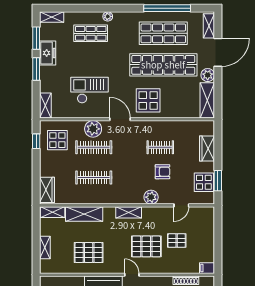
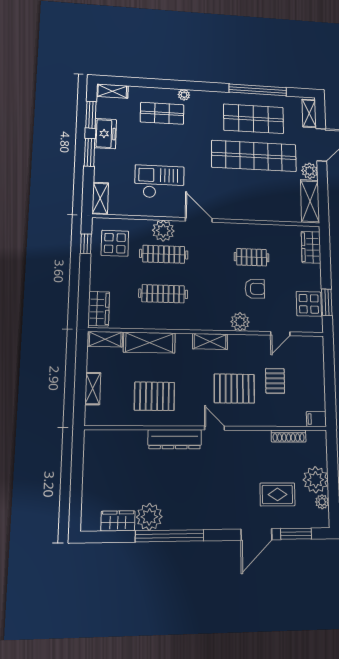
display table: (148, 100) -> (235, 198), removed
wardrobe: (207, 148) -> (311, 247), moved
pallet: (177, 241) -> (275, 381), turned 90

